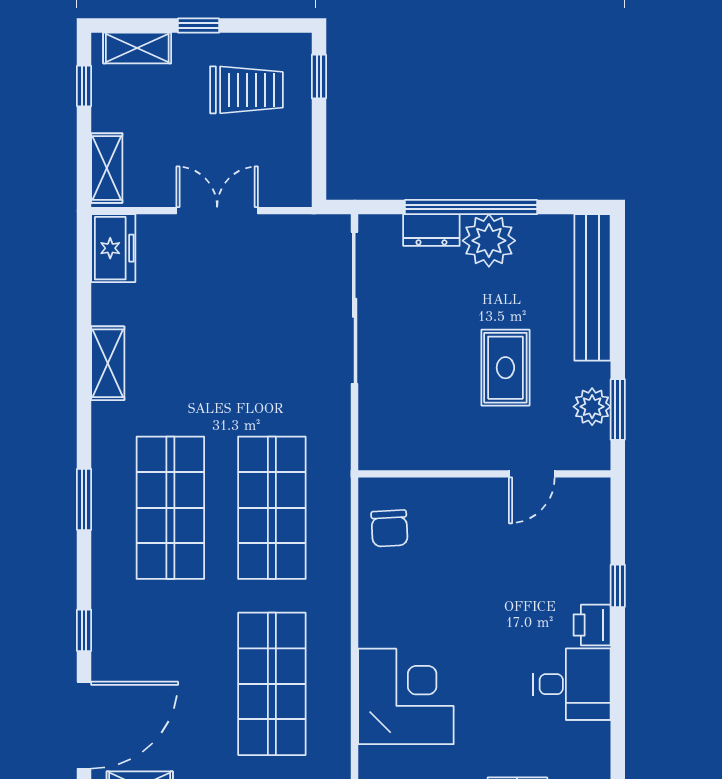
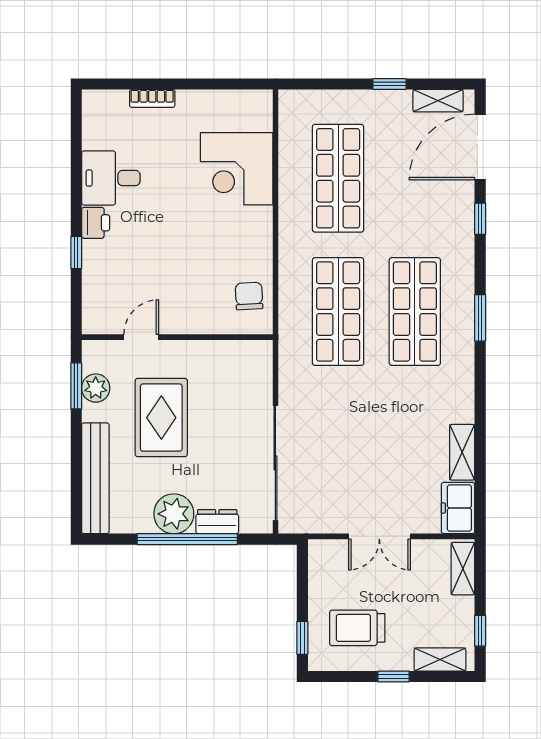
shelving: (108, 363) -> (462, 452), moved
rug: (505, 368) -> (161, 418), width x1.36, depth x1.43

